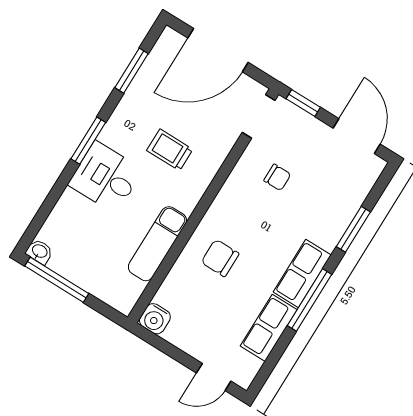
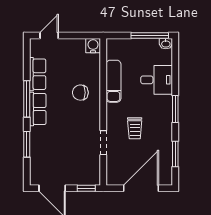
doorway: (259, 116) -> (103, 143), moved
trolley: (170, 150) -> (135, 128), turned 90
desk: (106, 177) -> (157, 80), moved
chair: (277, 177) -> (77, 146), removed
chair: (220, 258) -> (80, 93), turned 180

